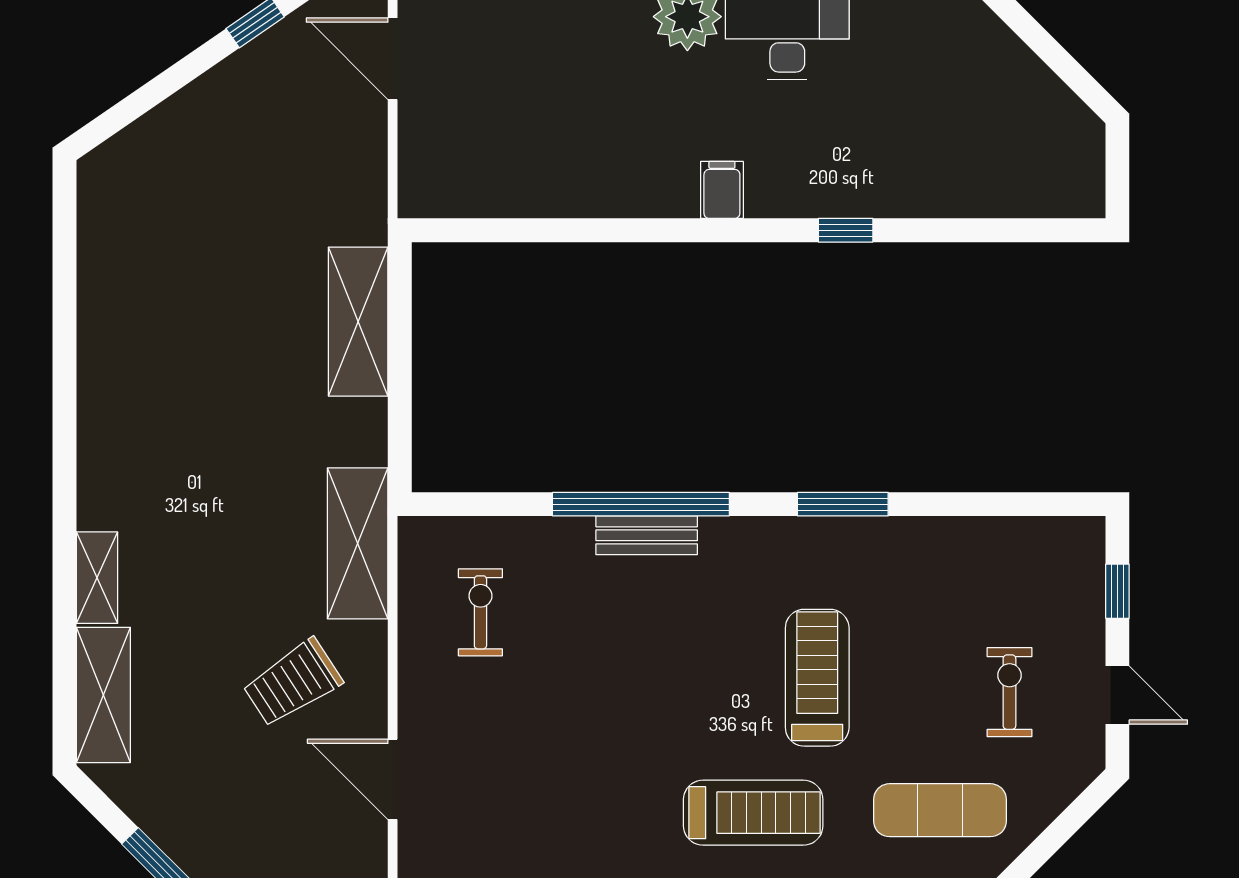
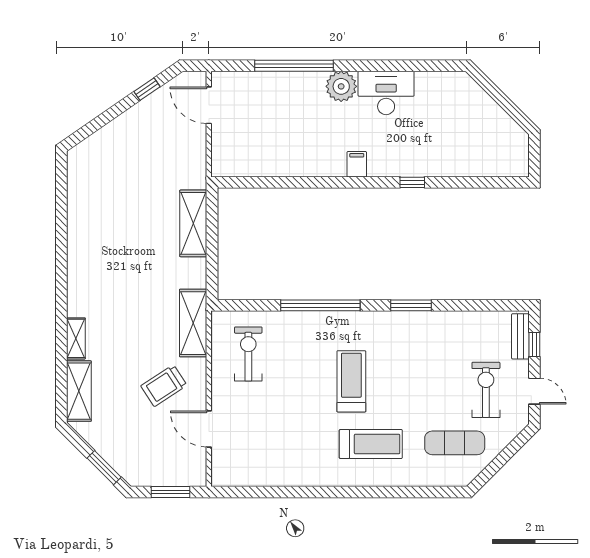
bench: (647, 535) -> (520, 336), moved, turned 90
exercise bike: (480, 612) -> (248, 354), width x1.38, depth x1.39
treadmill: (817, 678) -> (351, 381), moved
exercise bike: (1009, 692) -> (486, 390), width x1.38, depth x1.39

